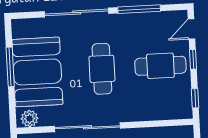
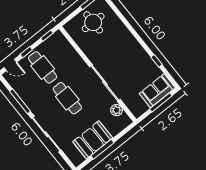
cafe table: (102, 69) -> (67, 98), turned 90
booth: (37, 72) -> (93, 140), width x0.73, depth x0.70
plant: (30, 119) -> (116, 110), moved

